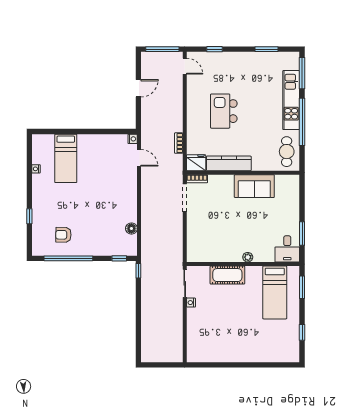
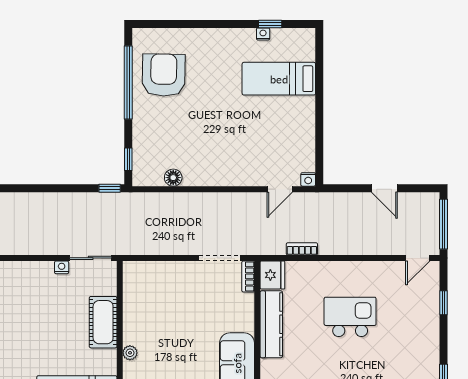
window: (29, 216) -> (270, 24), moved
armchair: (63, 235) -> (164, 75), width x1.88, depth x1.88

